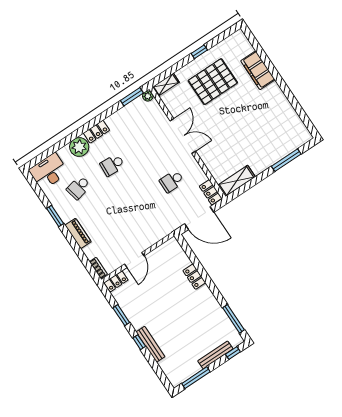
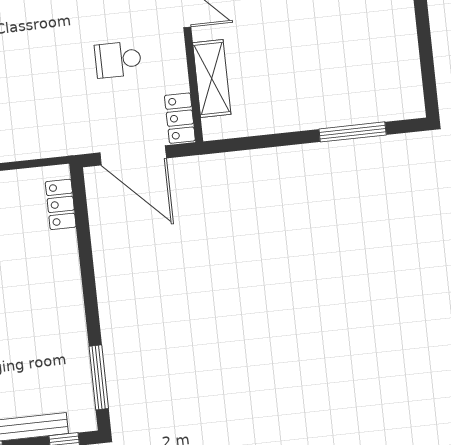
shelving: (237, 181) -> (212, 79), moved, turned 90
locker: (194, 277) -> (61, 204), moved

